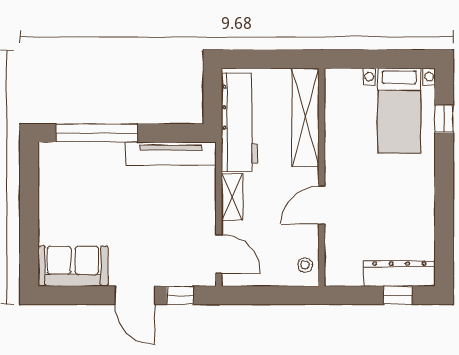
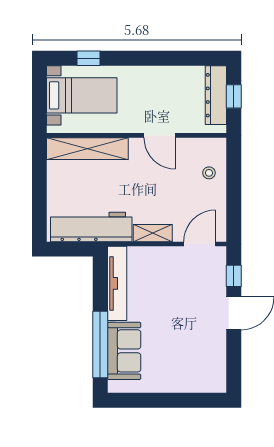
shelving: (305, 117) -> (87, 149), moved
wall: (322, 177) -> (137, 135), moved
door: (322, 205) -> (160, 135), moved
sofa: (73, 266) -> (124, 351), moved, turned 180

